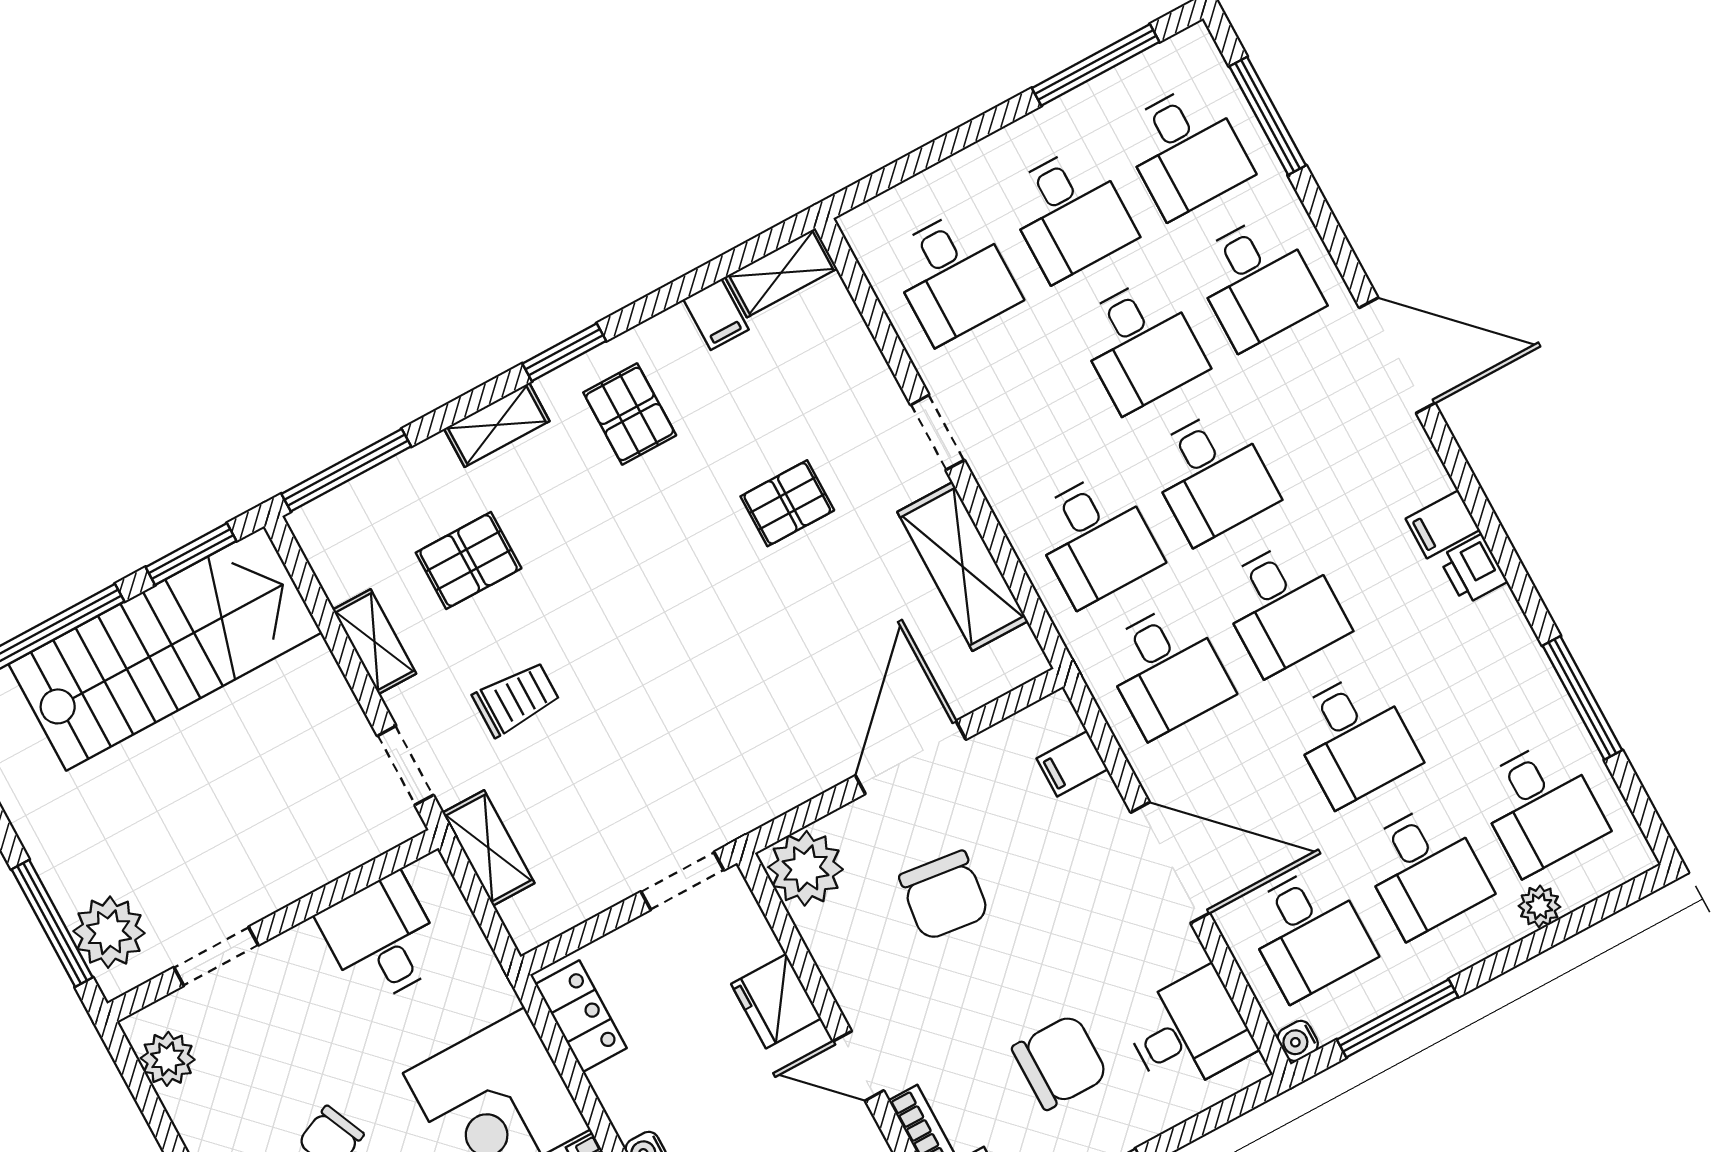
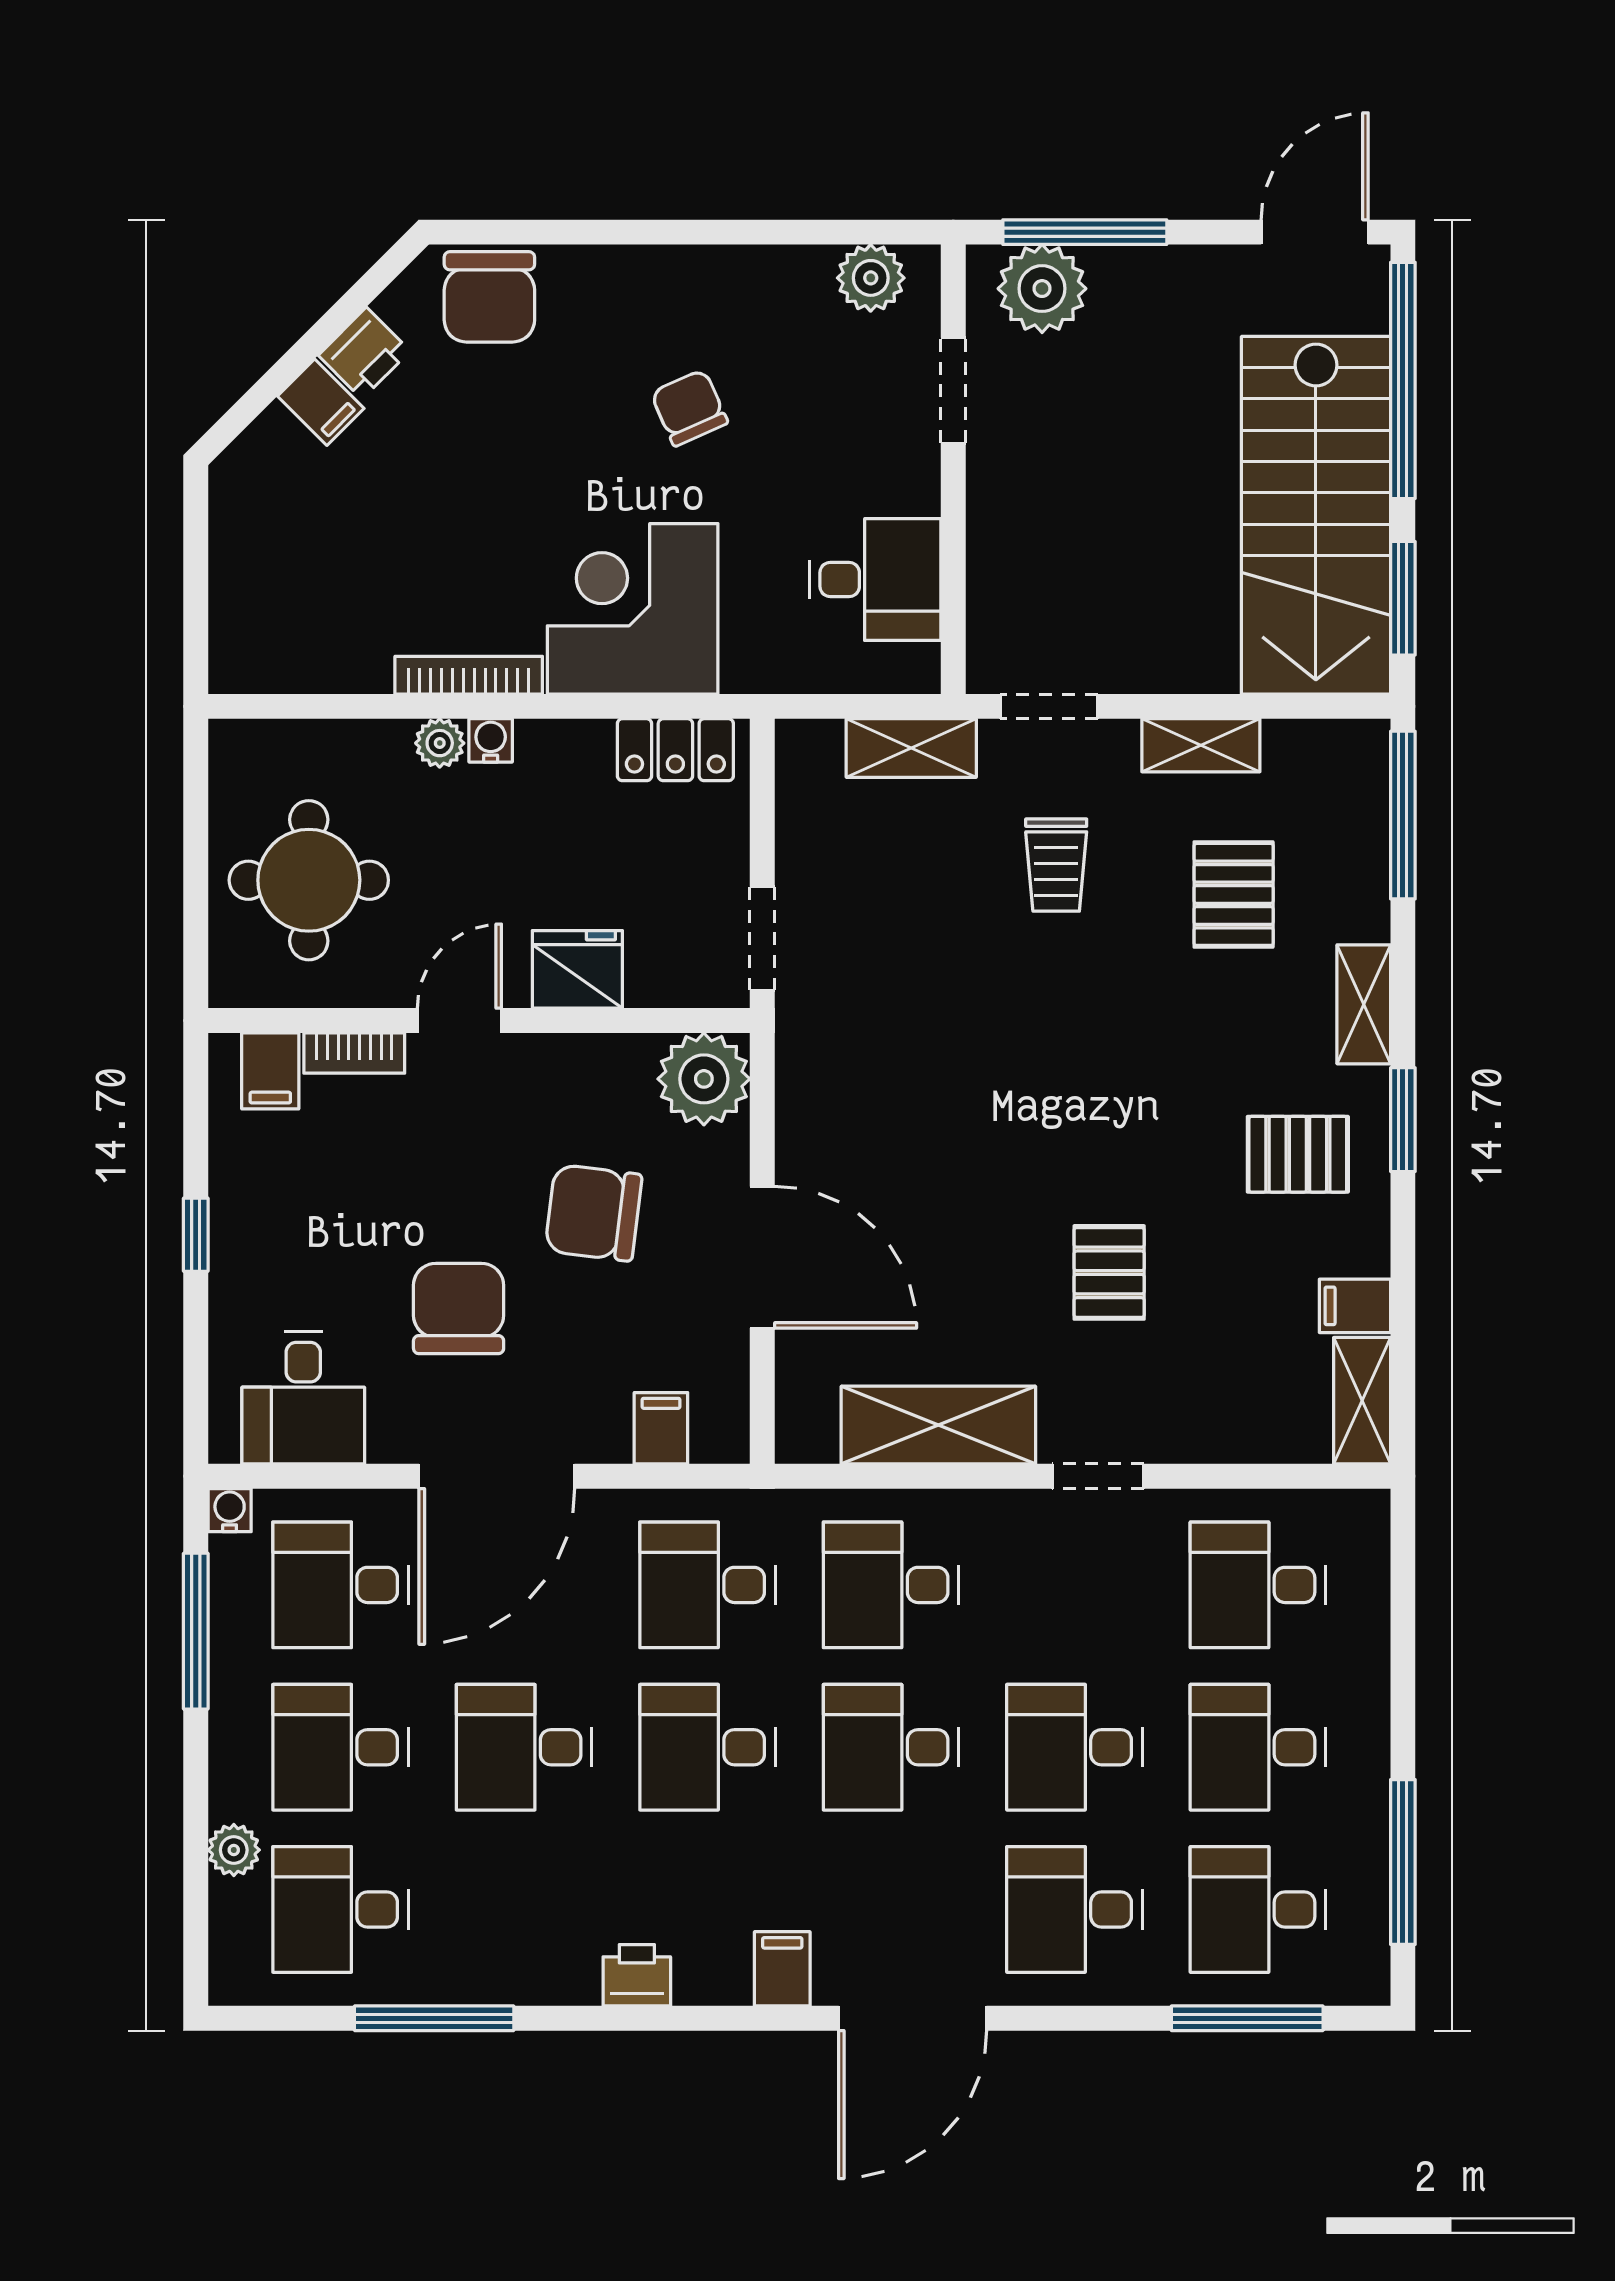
filing cabinet: (1443, 524) -> (782, 1969), moved
chair: (1060, 1062) -> (459, 1308), moved, turned 180

